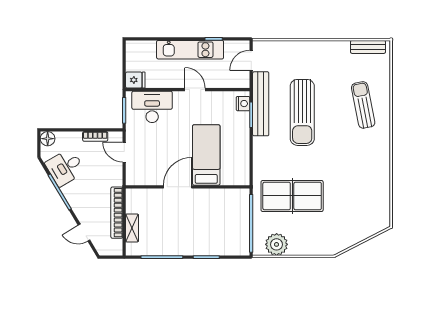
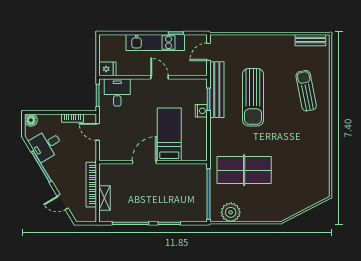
nightstand: (243, 104) -> (201, 111), moved
desk: (152, 107) -> (117, 92), width x0.73

